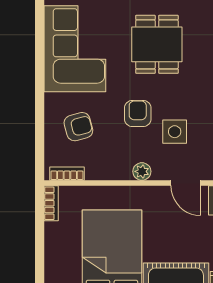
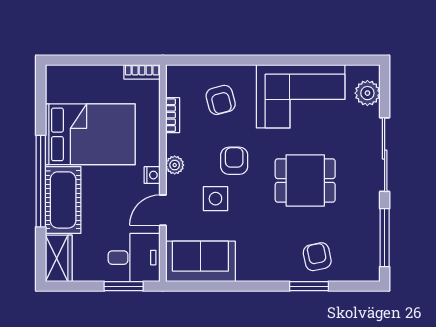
armchair: (138, 113) -> (234, 161), turned -90
bookcase: (67, 174) -> (173, 115), moved
nightstand: (152, 193) -> (152, 175), added

